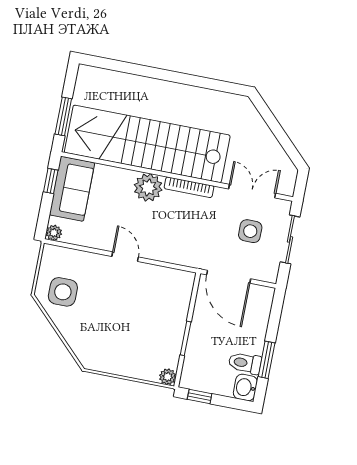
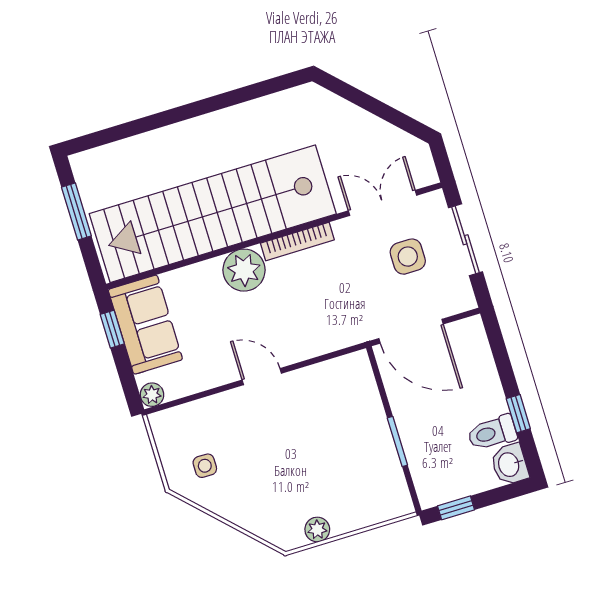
window: (63, 116) -> (76, 211), moved
side table: (63, 292) -> (205, 466), width x0.54, depth x0.54
window: (267, 360) -> (518, 414), width x0.67
plant: (168, 377) -> (317, 529), moved

